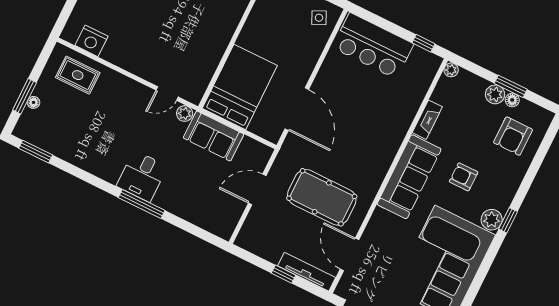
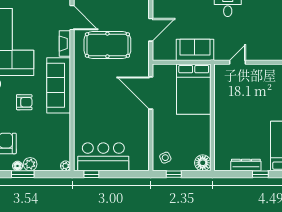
bar counter: (373, 46) -> (103, 157), moved
plant: (185, 114) -> (220, 55), removed
fireplace: (427, 120) -> (65, 44), moved

